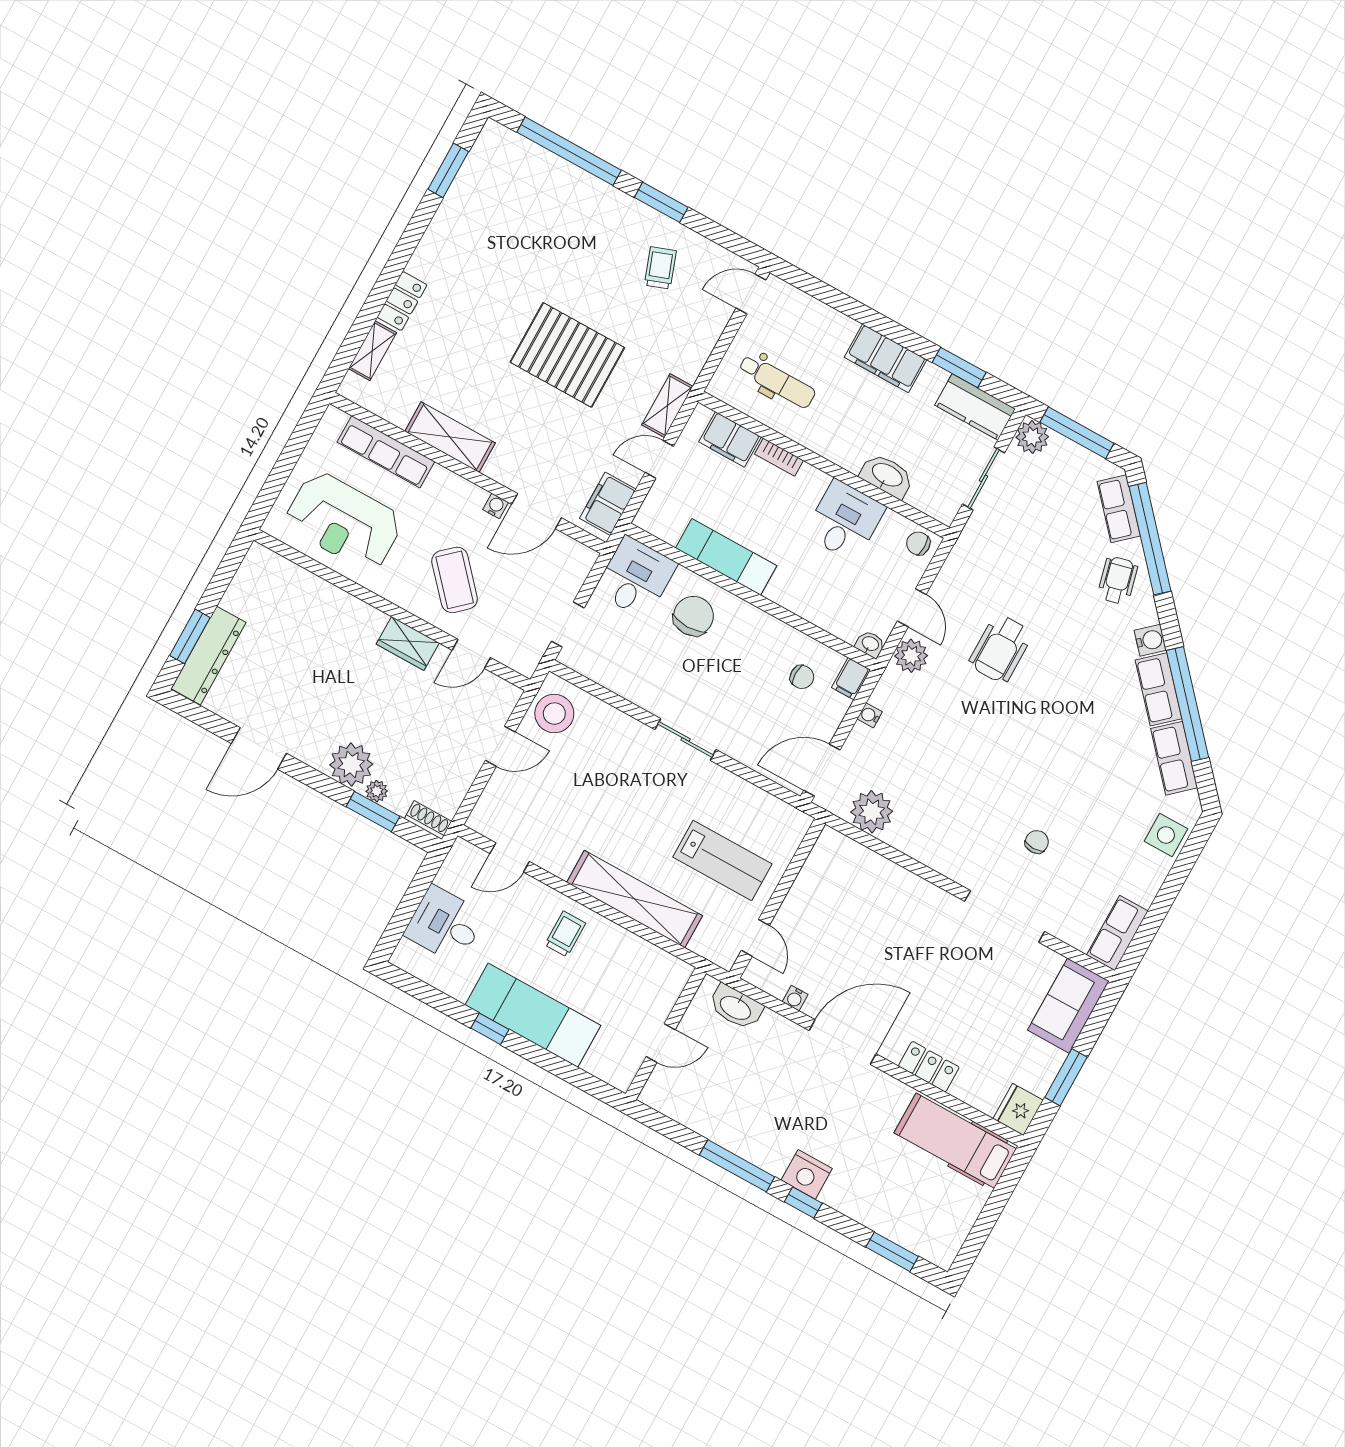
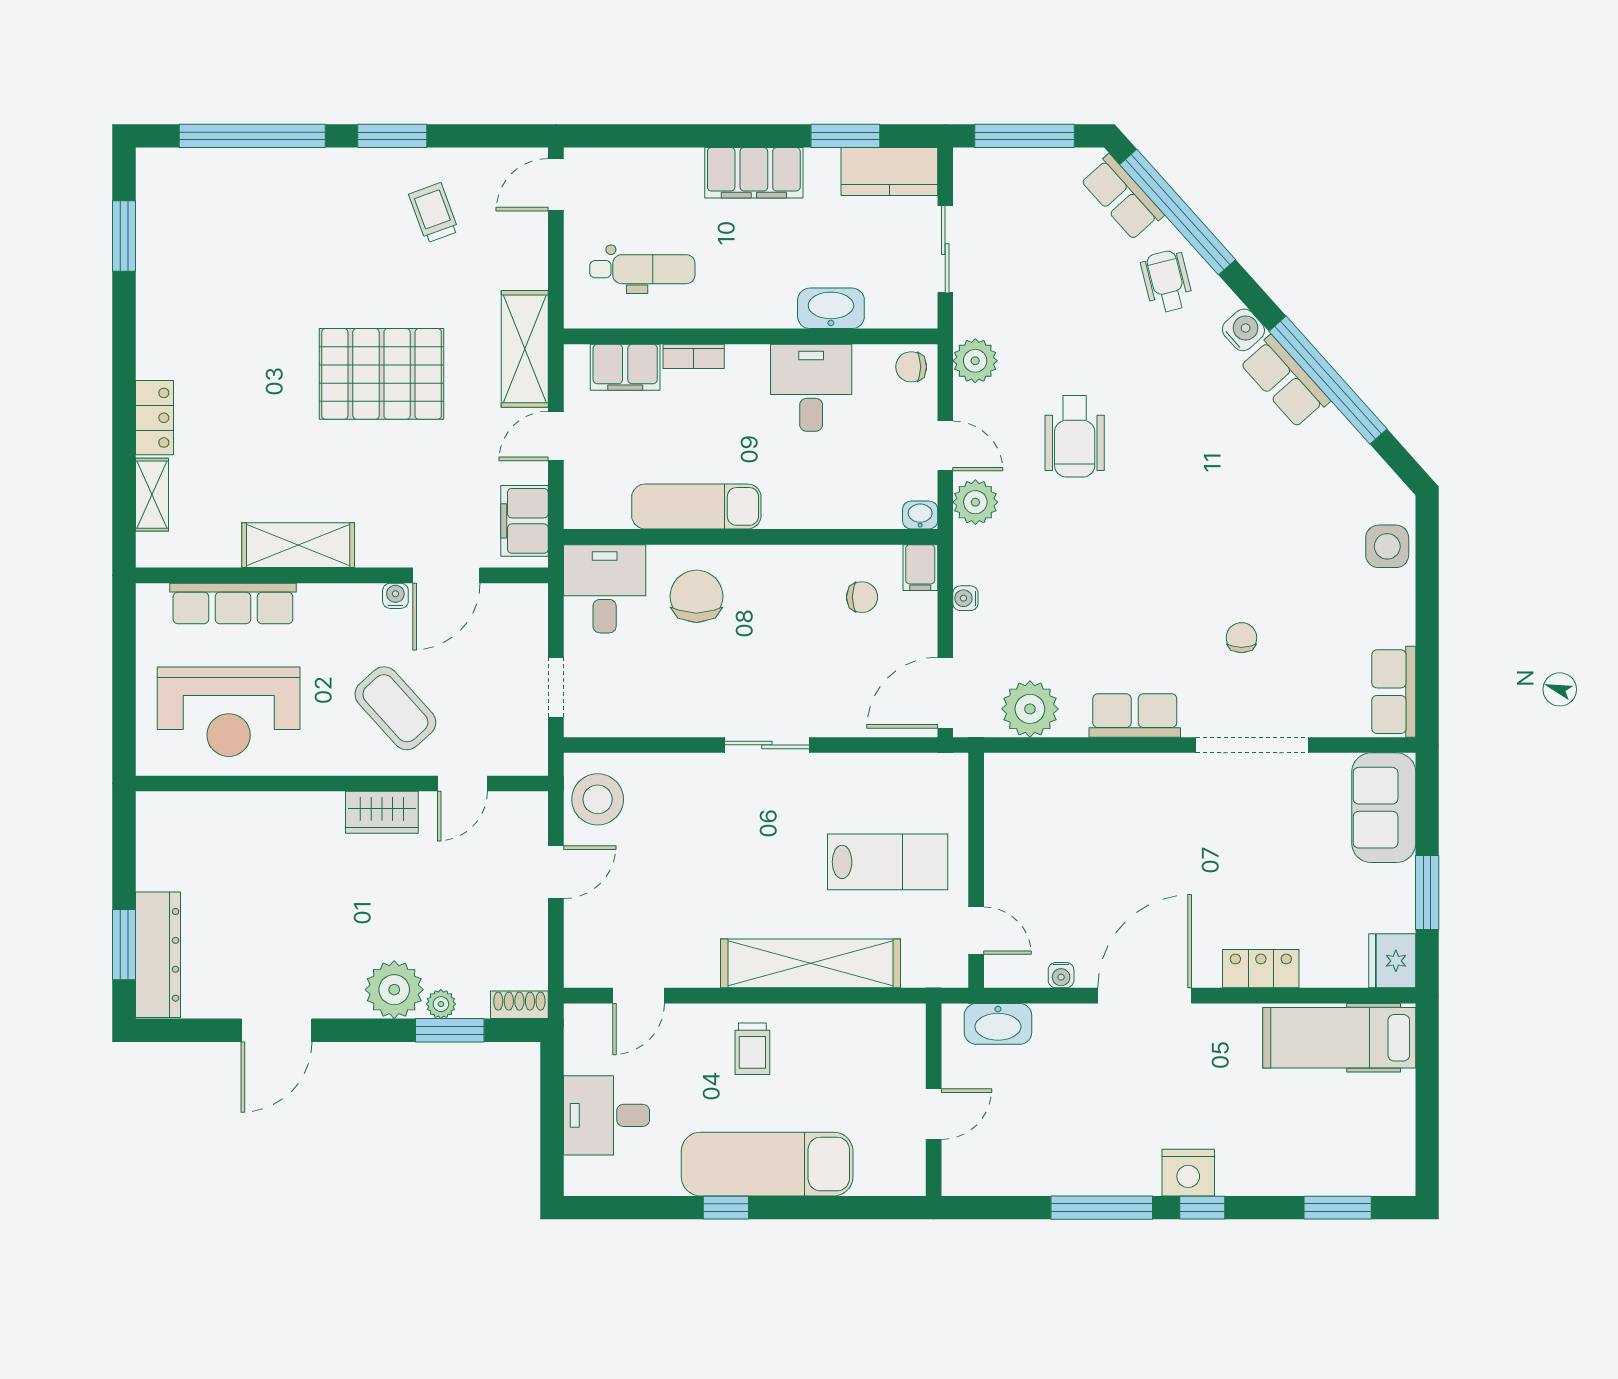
shelving: (667, 406) -> (525, 349), width x1.50, depth x1.33
plant: (1032, 437) -> (975, 361), moved
row of seats: (1174, 758) -> (1135, 715), moved, turned 132
trolley: (565, 934) -> (752, 1049), turned 180

